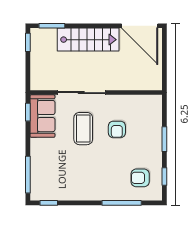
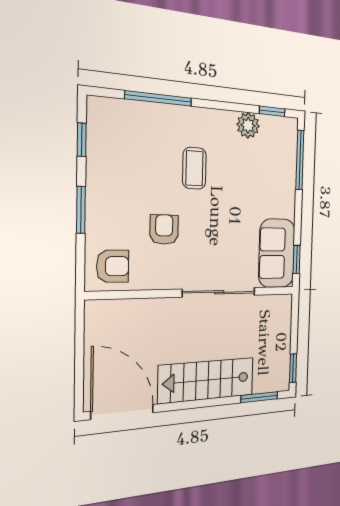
coffee table: (83, 129) -> (194, 168), moved, width x0.73, depth x0.77
armchair: (140, 178) -> (113, 266), moved
plant: (65, 193) -> (248, 125), added

